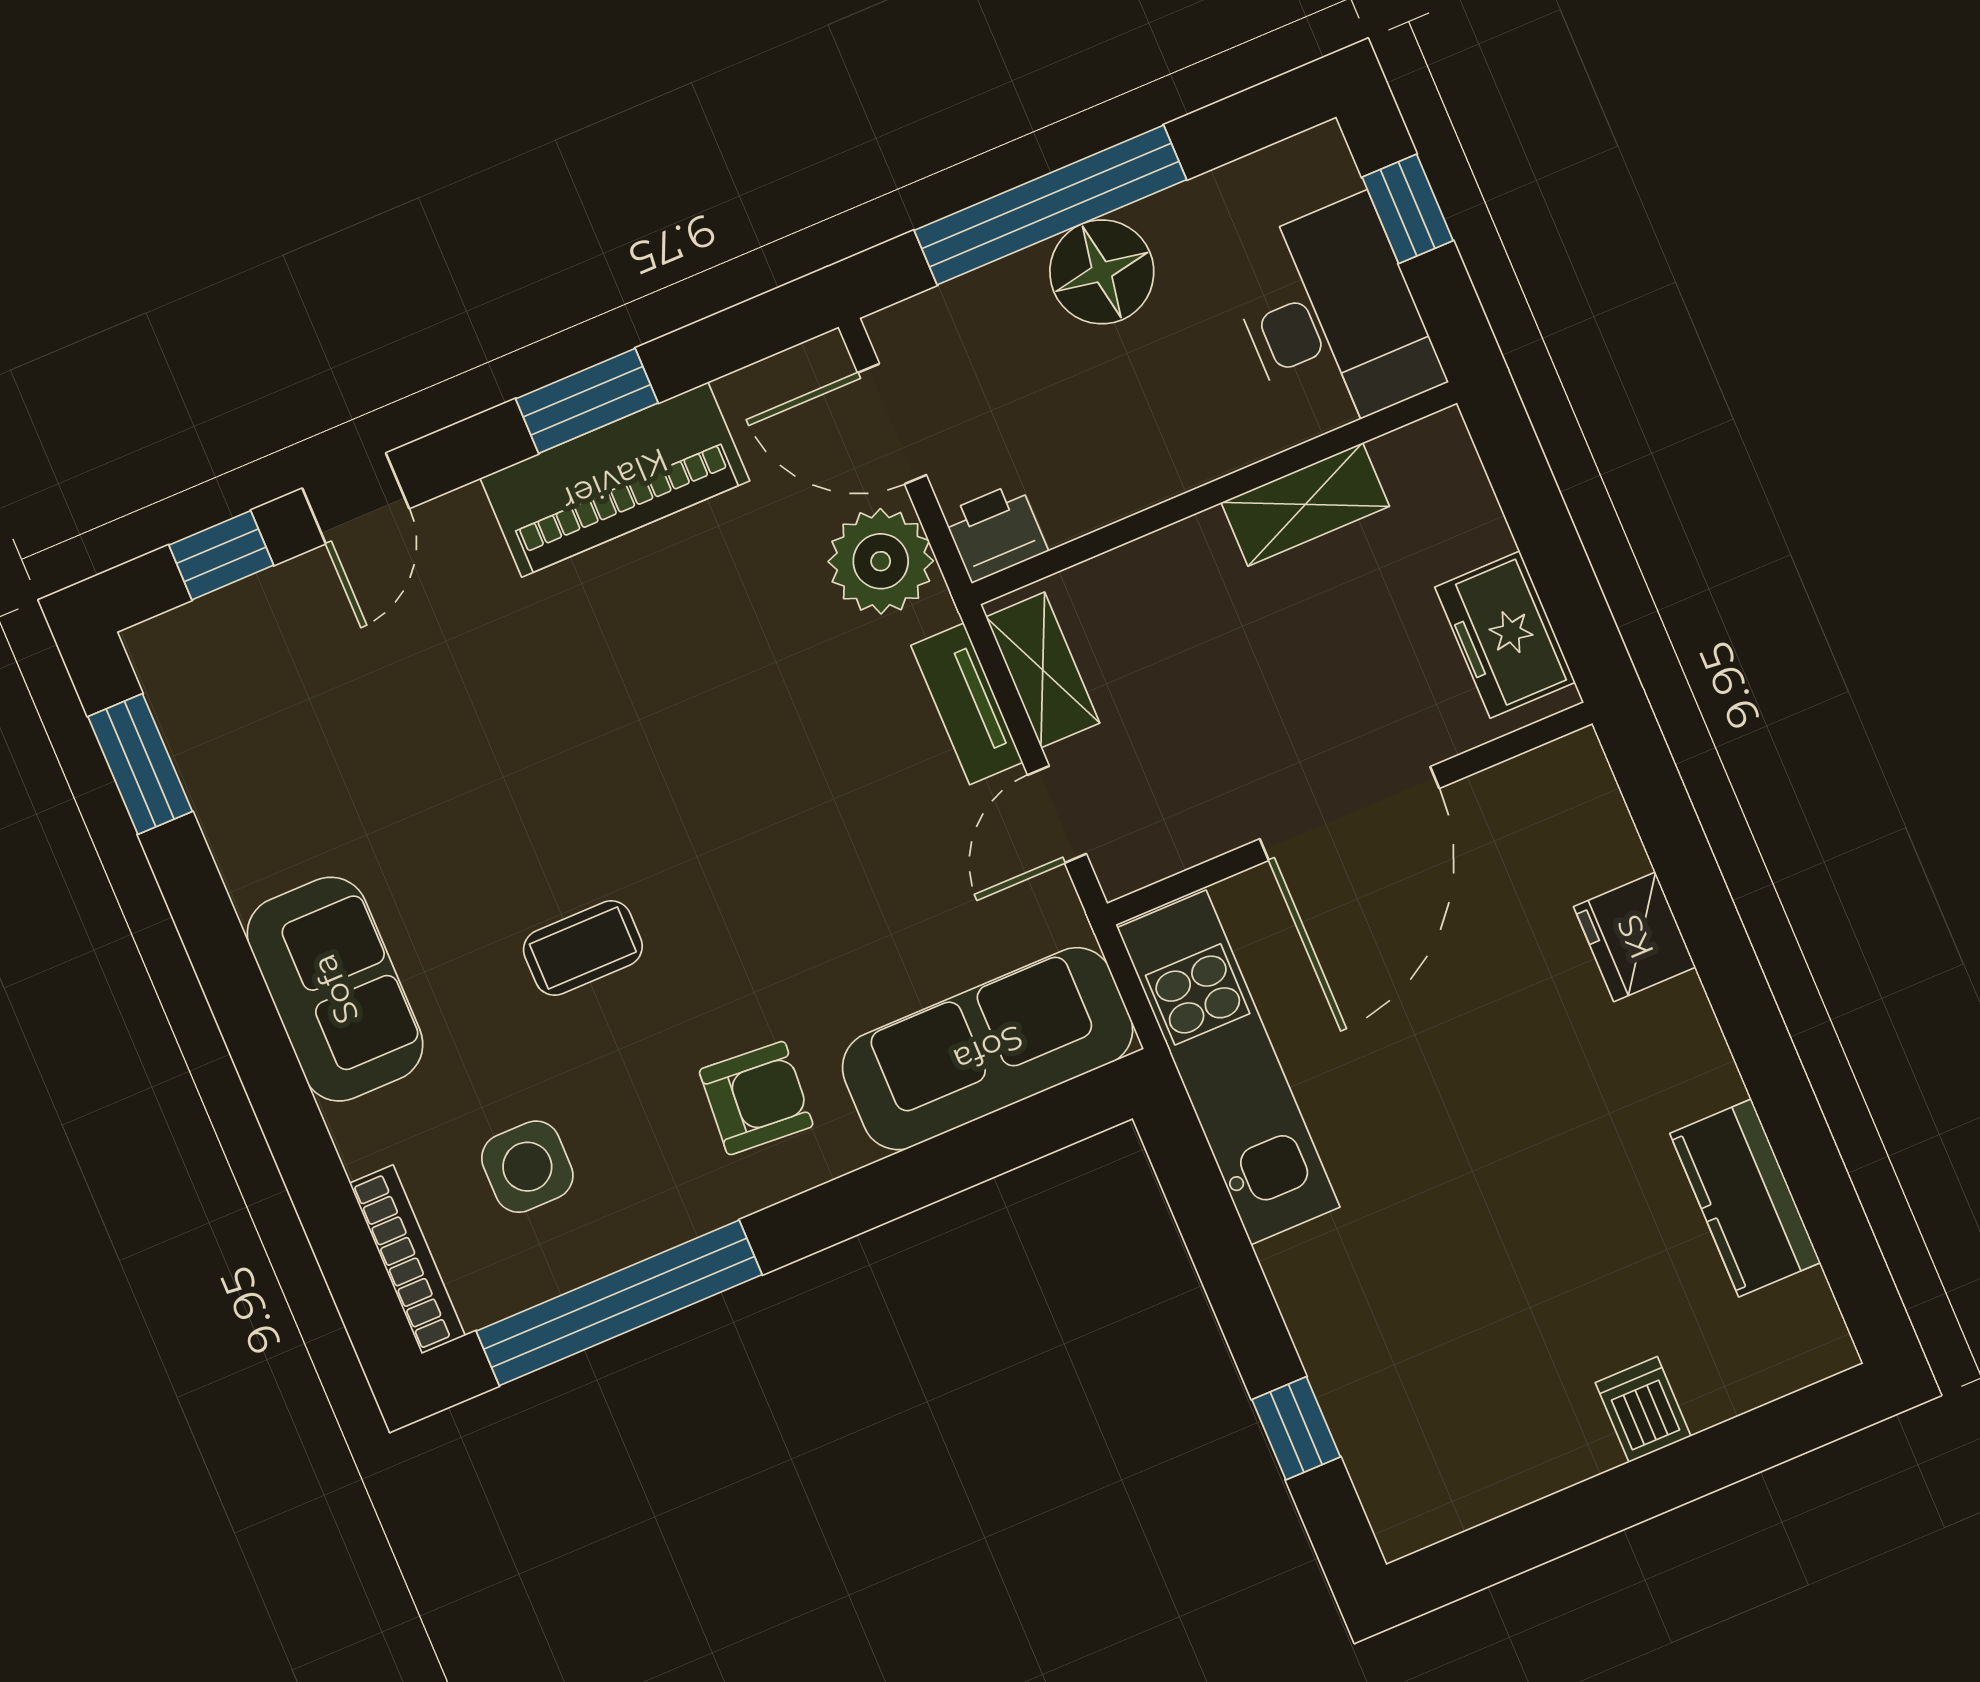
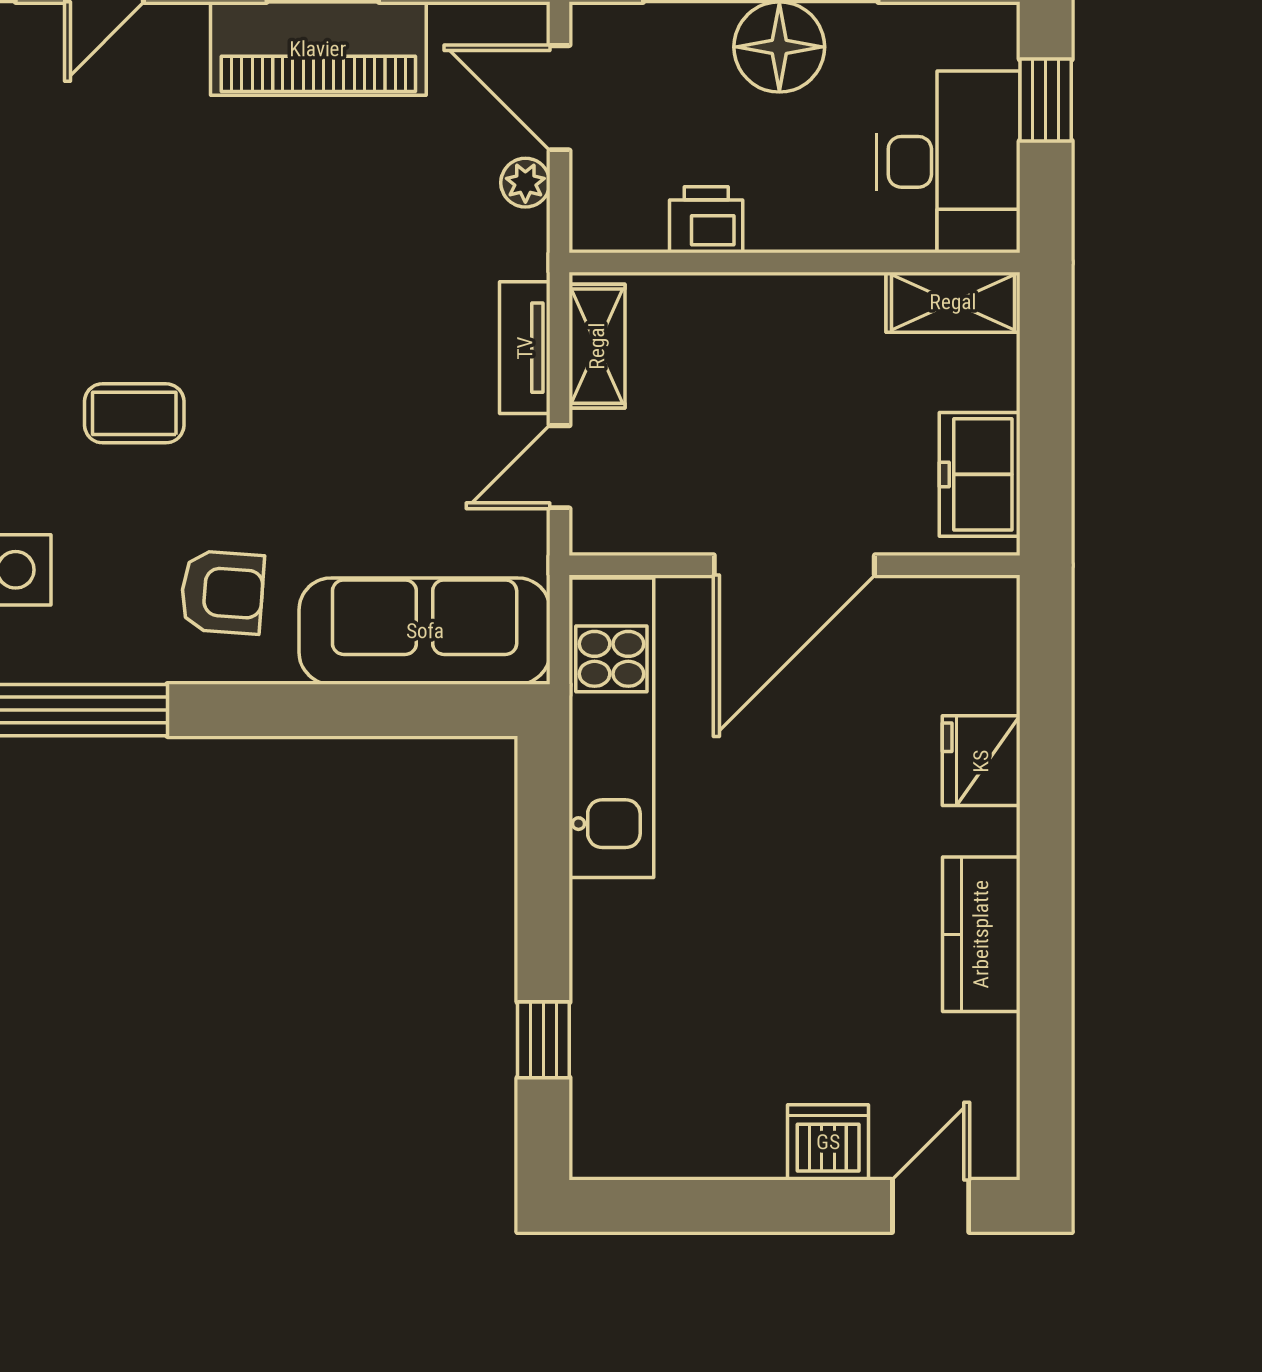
shelving: (1305, 504) -> (953, 302), moved
printer: (995, 532) -> (706, 220), moved
plant: (881, 561) -> (525, 183), width x0.53, depth x0.53
kitchen counter: (1745, 1198) -> (981, 934), moved
dishwasher: (1643, 1409) -> (828, 1142), width x1.38
door: (1780, 1431) -> (931, 1206), added

